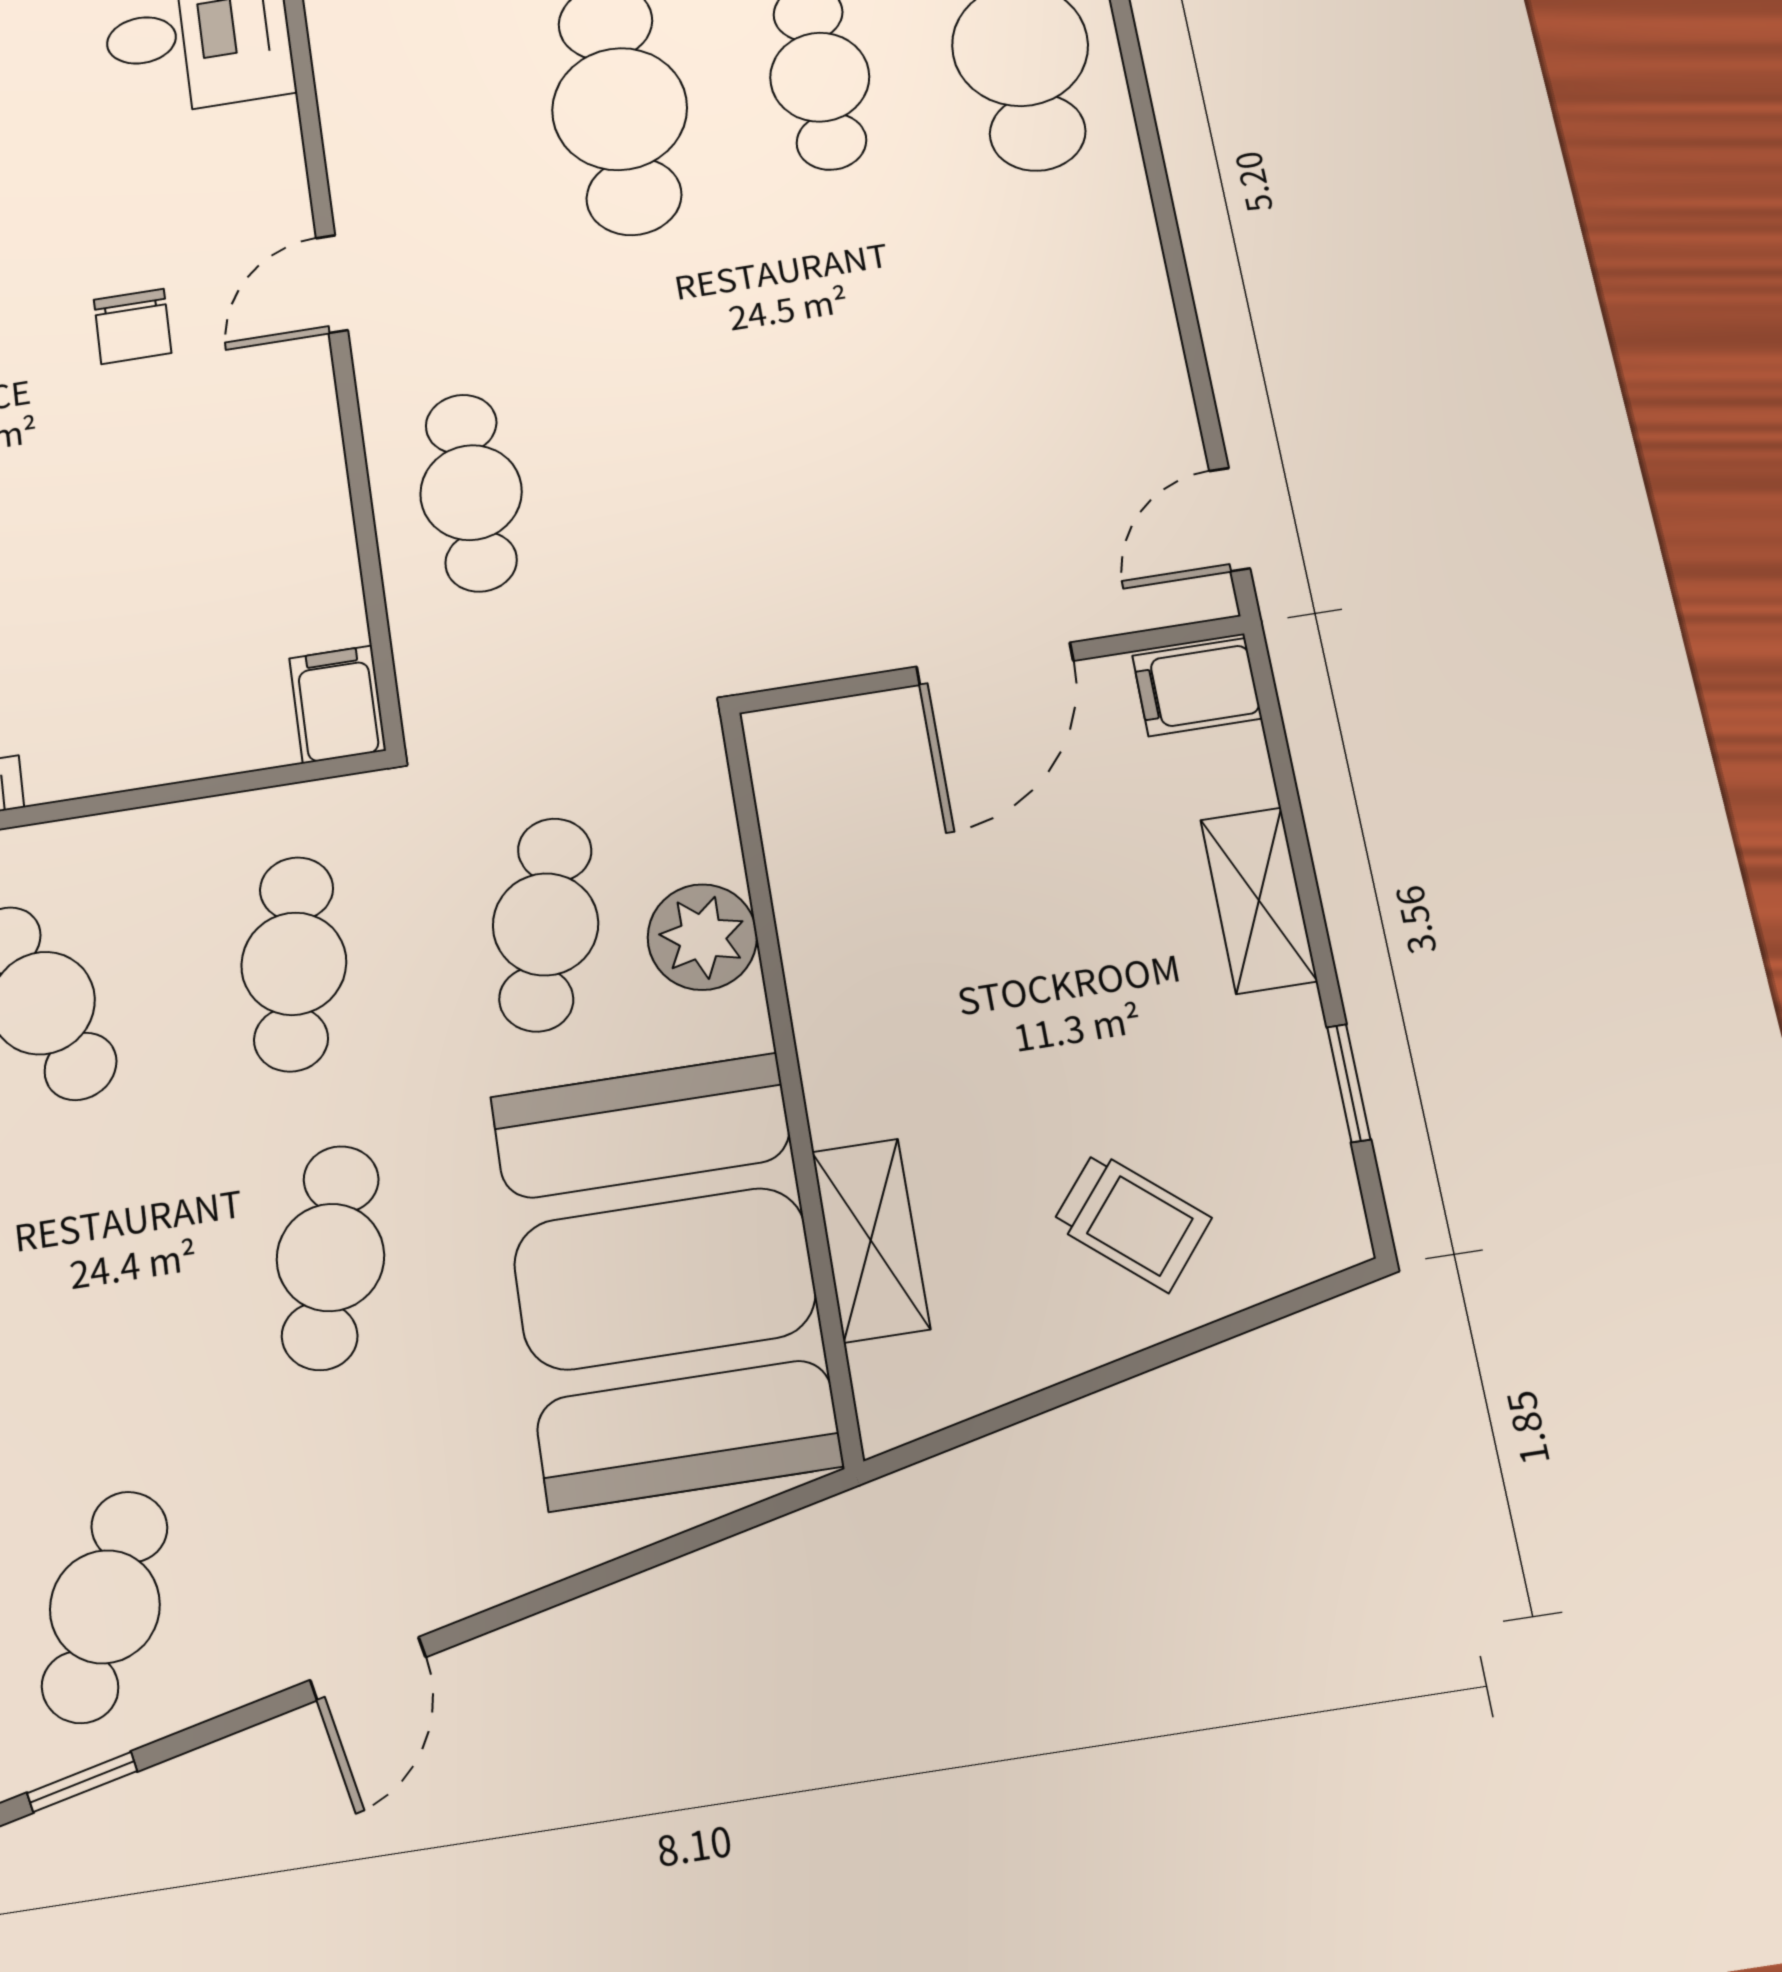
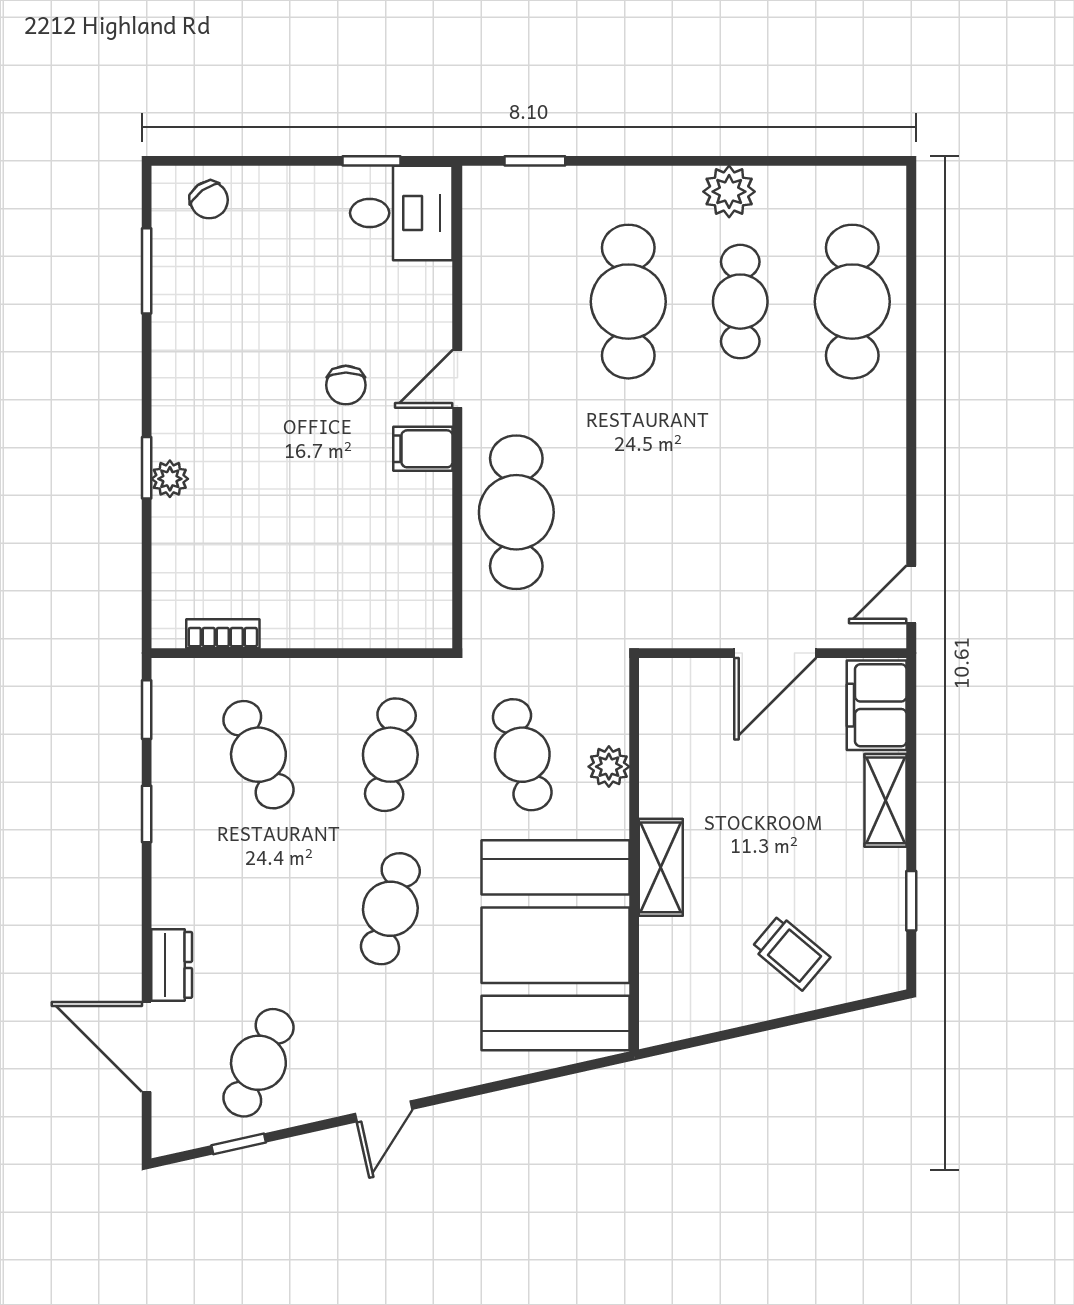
cafe table: (471, 493) -> (516, 512), width x1.37, depth x1.35
filing cabinet: (1197, 687) -> (877, 705), width x2.00
filing cabinet: (338, 704) -> (423, 449), moved, turned -90
cafe table: (546, 924) -> (522, 755), turned -30
plant: (702, 937) -> (609, 767), width x0.73, depth x0.73
shelving: (871, 1240) -> (661, 867), moved

